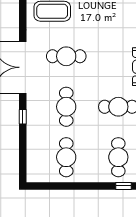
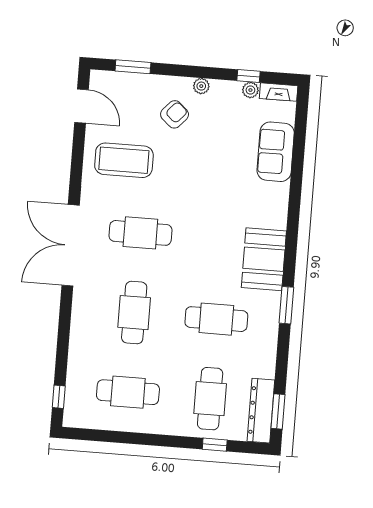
window: (23, 117) -> (59, 397), moved
cafe table: (66, 157) -> (128, 392), turned 90

